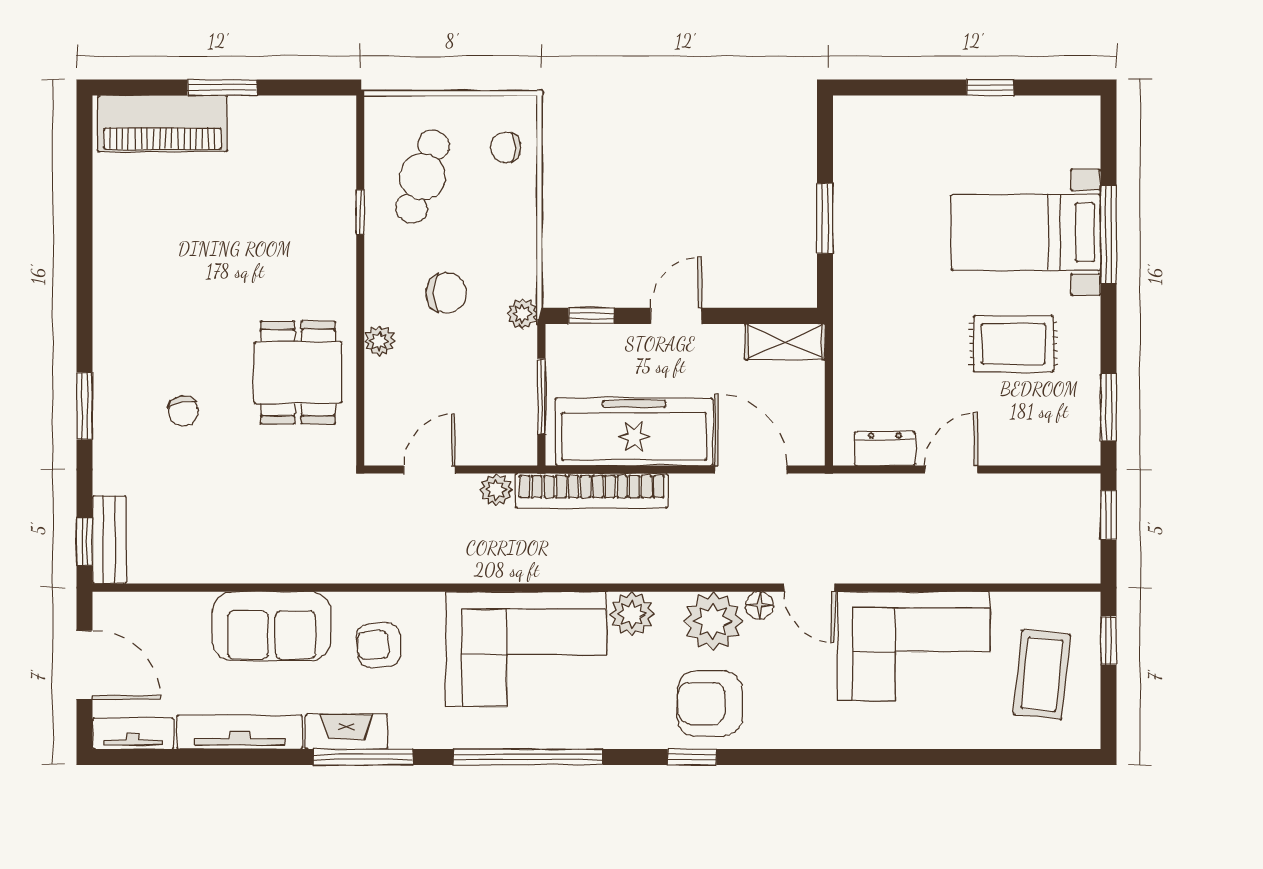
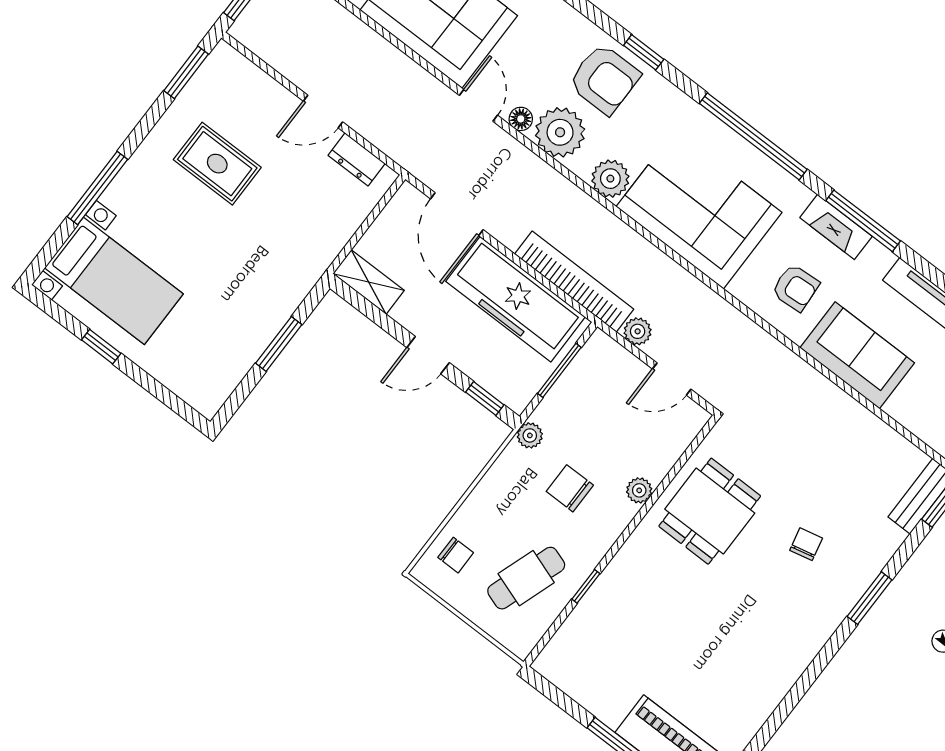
bed with nightstands: (1026, 232) -> (114, 281), moved
fireplace: (346, 732) -> (836, 227), moved

